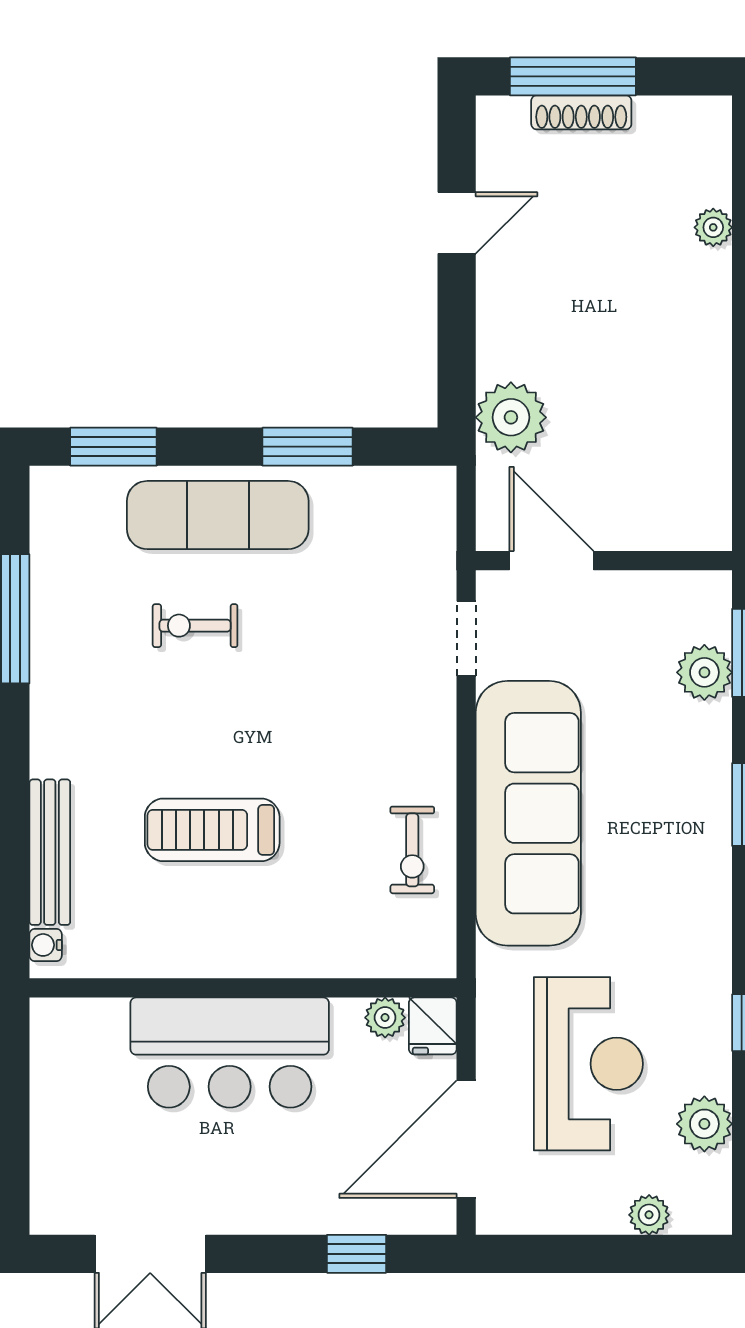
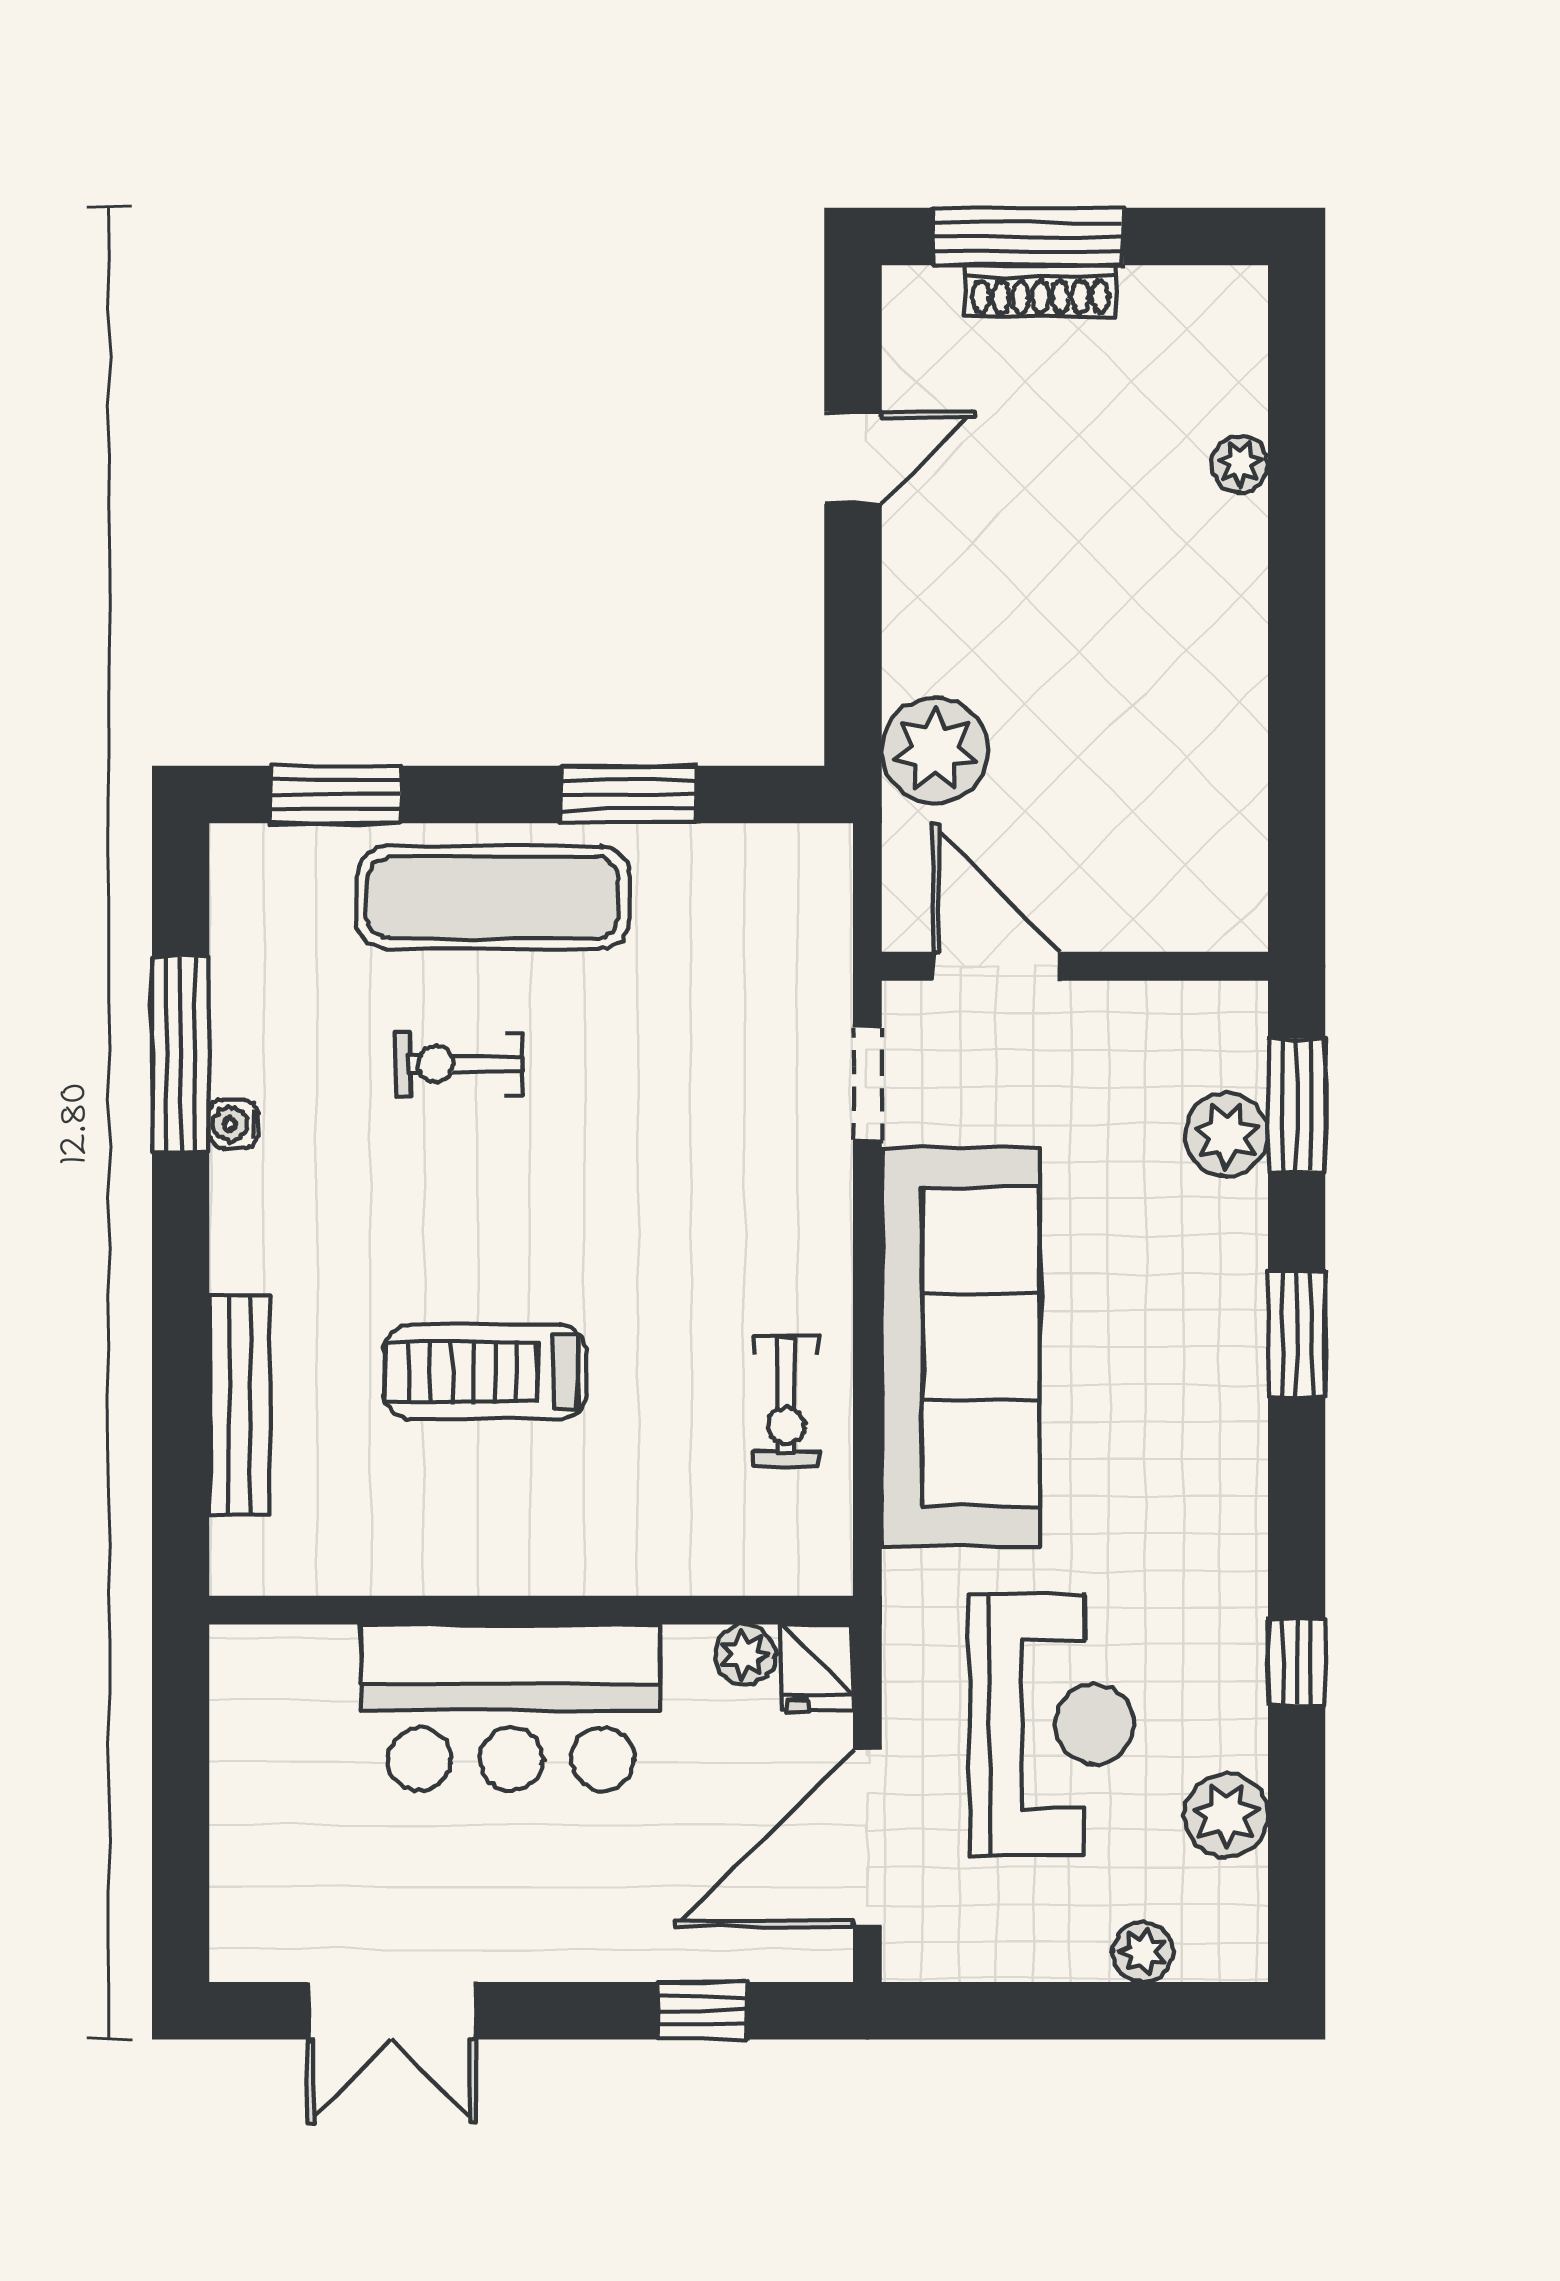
water cooler: (46, 945) -> (234, 1124), moved

